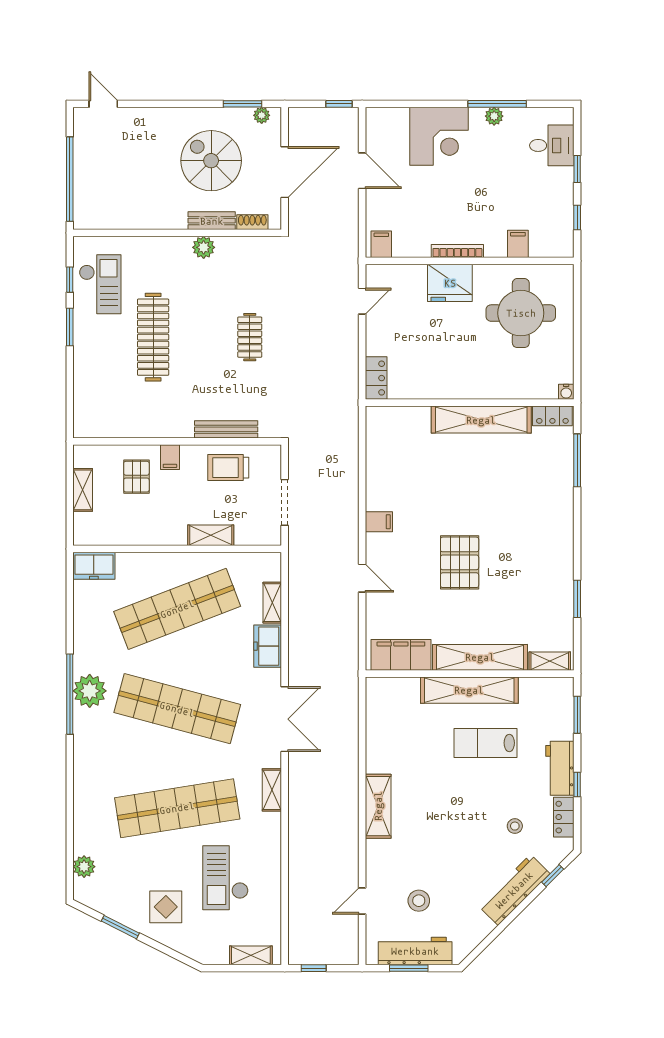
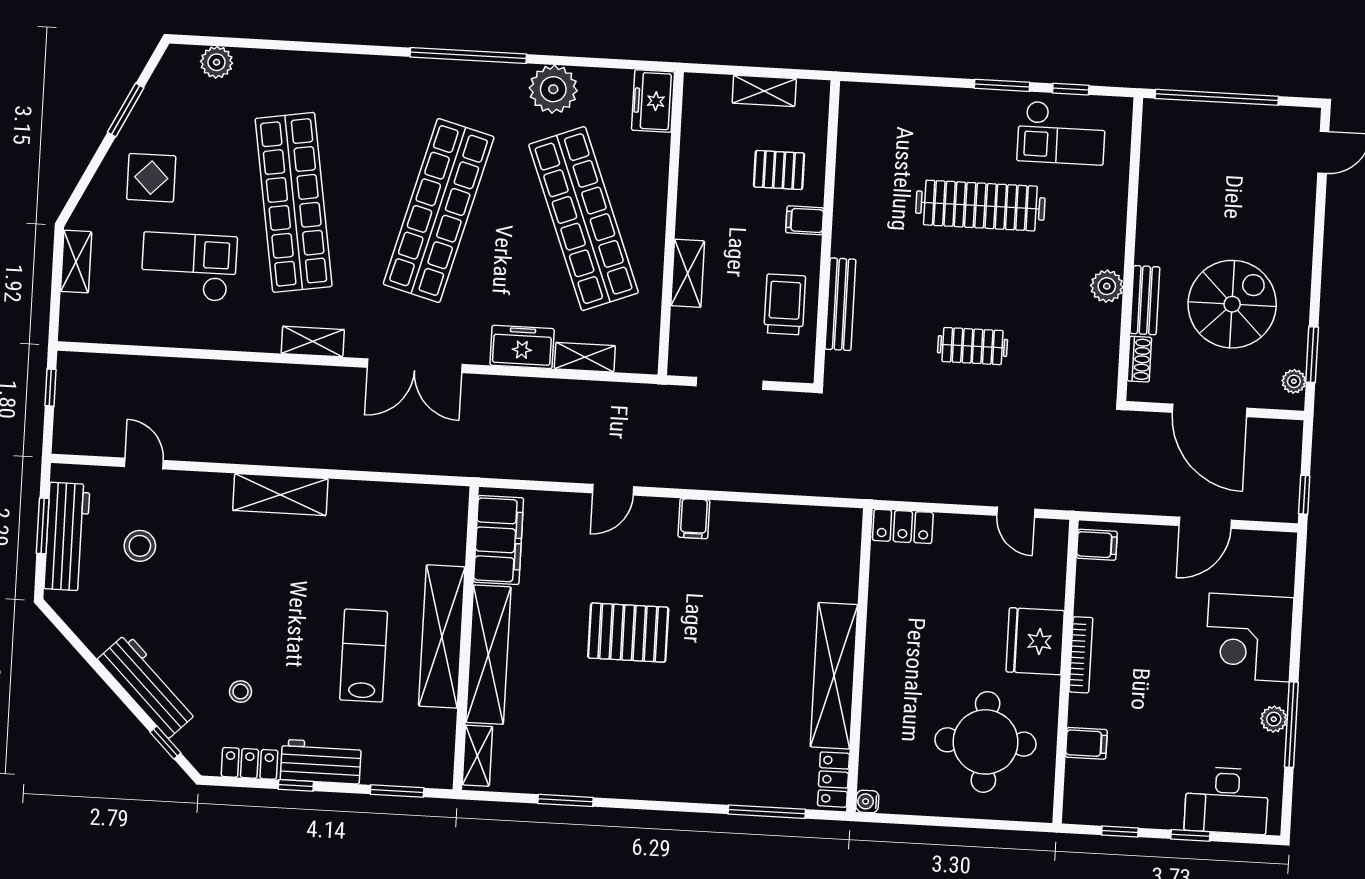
desk: (552, 145) -> (1227, 801), width x1.37
plant: (90, 691) -> (553, 89), moved
shelving: (251, 955) -> (76, 262), moved

